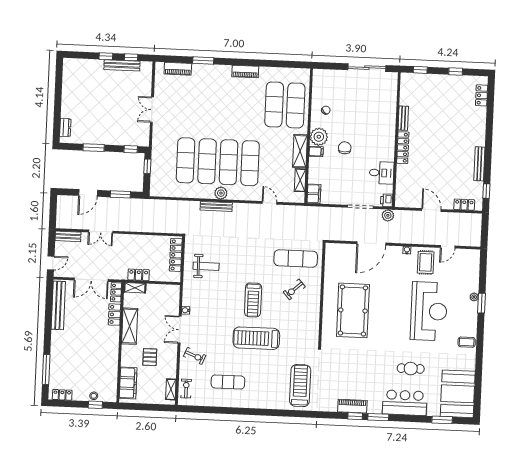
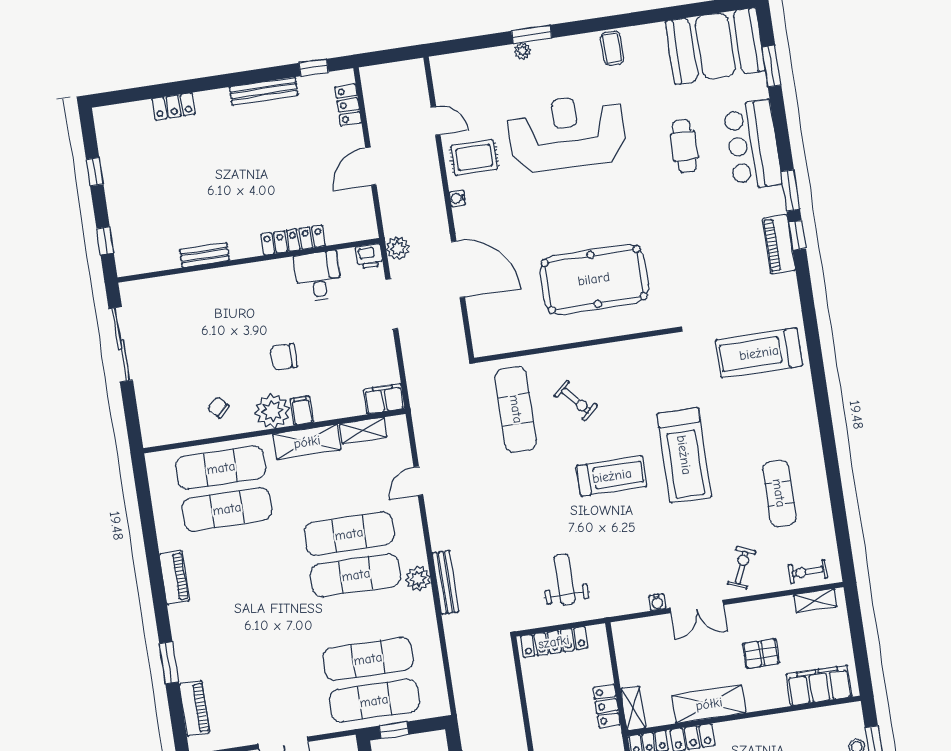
locker: (482, 95) -> (174, 106), moved
locker: (403, 148) -> (293, 240), moved
exercise mat: (207, 161) -> (374, 701), moved

